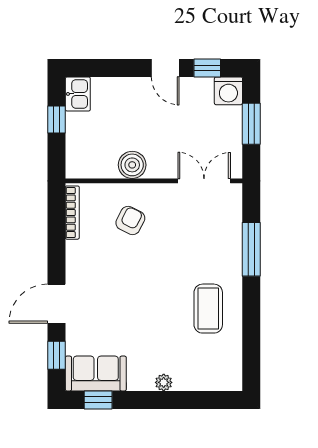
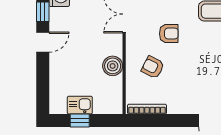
kitchen sink: (78, 94) -> (80, 105), moved
armchair: (177, 243) -> (169, 34), added

